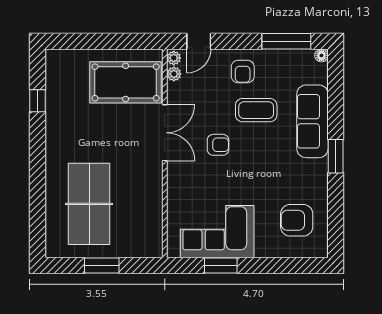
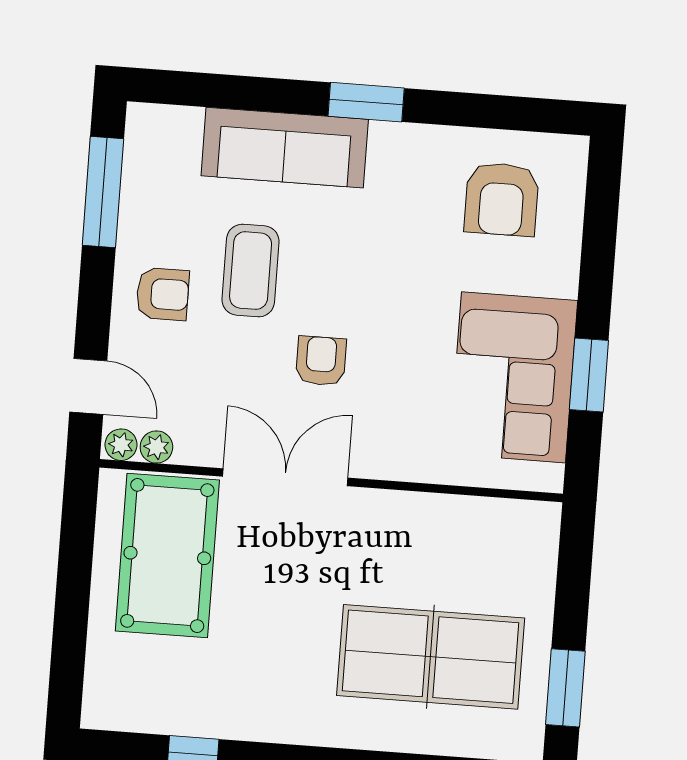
floor lamp: (321, 55) -> (140, 117), removed
window: (102, 265) -> (565, 688), moved

